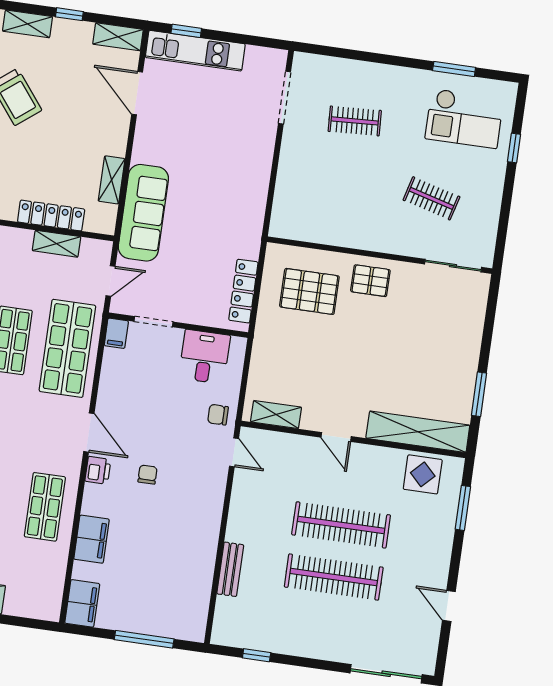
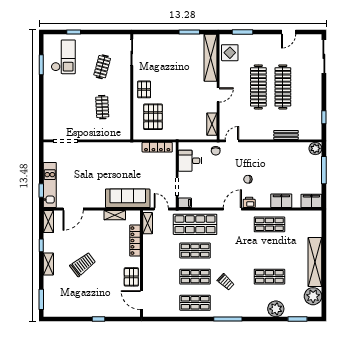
clothes rail: (355, 121) -> (102, 107), moved
shelving: (57, 244) -> (148, 223), moved
plant: (193, 628) -> (315, 148), added

